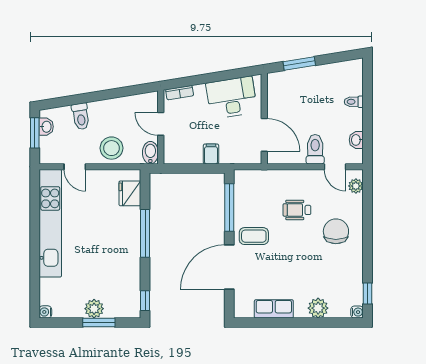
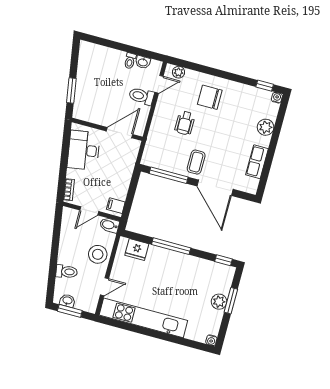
toilet: (354, 102) -> (130, 61), moved
filing cabinet: (211, 154) -> (116, 206), moved

